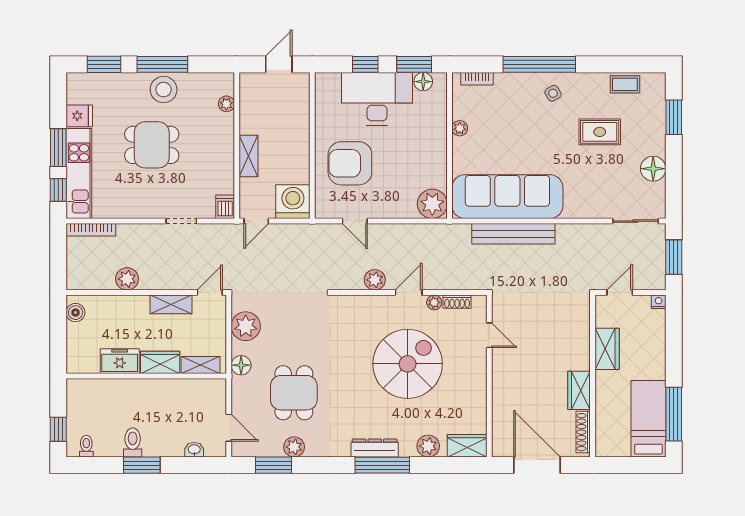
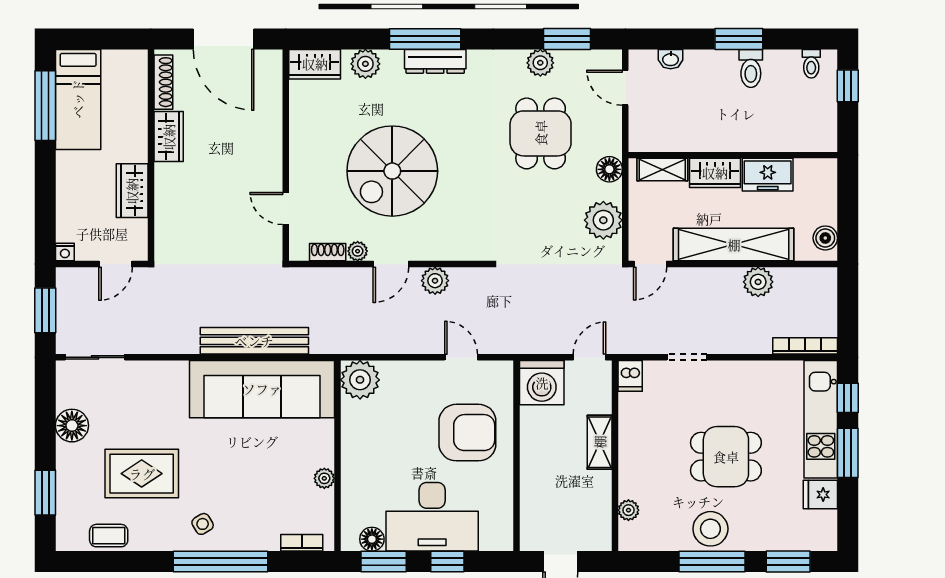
rug: (600, 132) -> (142, 474), width x1.36, depth x1.43
shelving: (171, 304) -> (734, 245), width x2.20, depth x1.33

